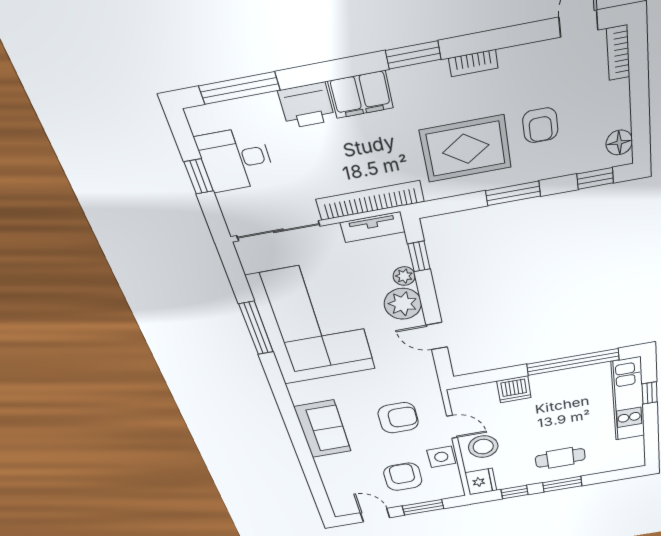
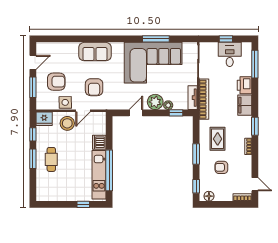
rug: (466, 149) -> (218, 139), width x0.73, depth x0.70
kitchen unit: (628, 399) -> (99, 175), moved, turned -90

